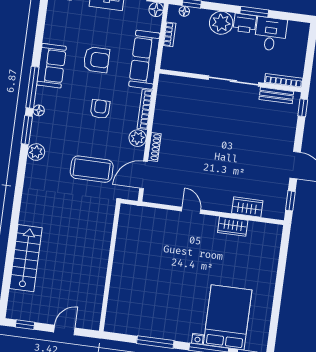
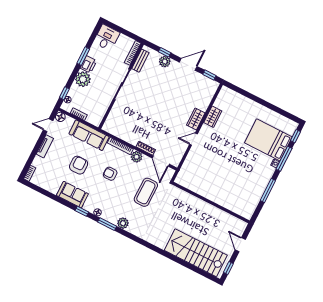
desk: (271, 34) -> (107, 38), moved, turned 90
window: (32, 87) -> (82, 211), width x0.46
window: (303, 108) -> (165, 52), moved
plant: (287, 130) -> (165, 62), added
wardrobe: (247, 207) -> (196, 119), moved
stairs: (26, 258) -> (196, 253), width x1.36, depth x1.51

